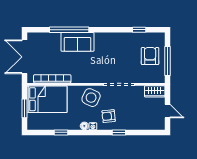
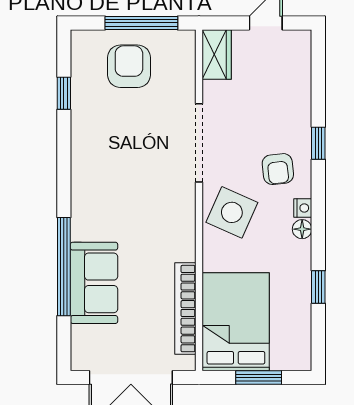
sofa: (77, 42) -> (94, 283), moved
armchair: (150, 56) -> (129, 66), turned 90

